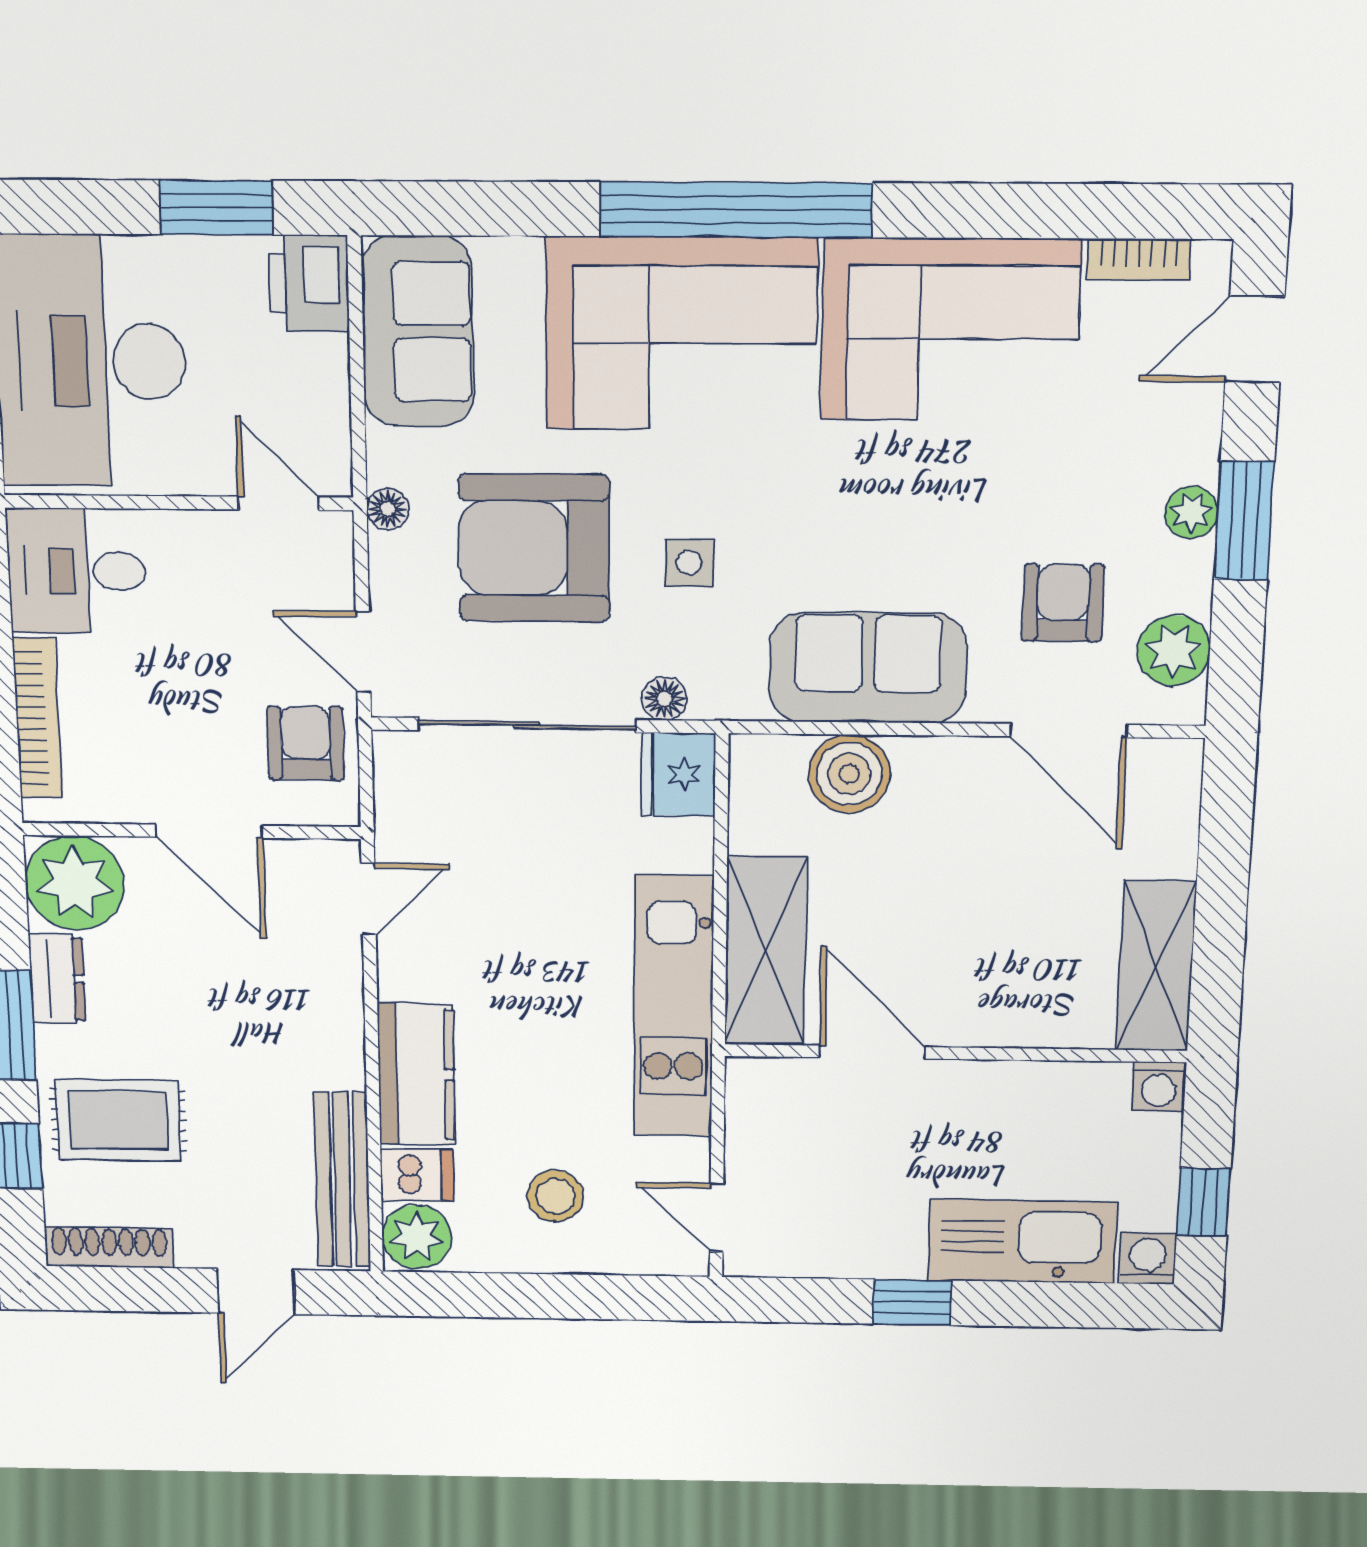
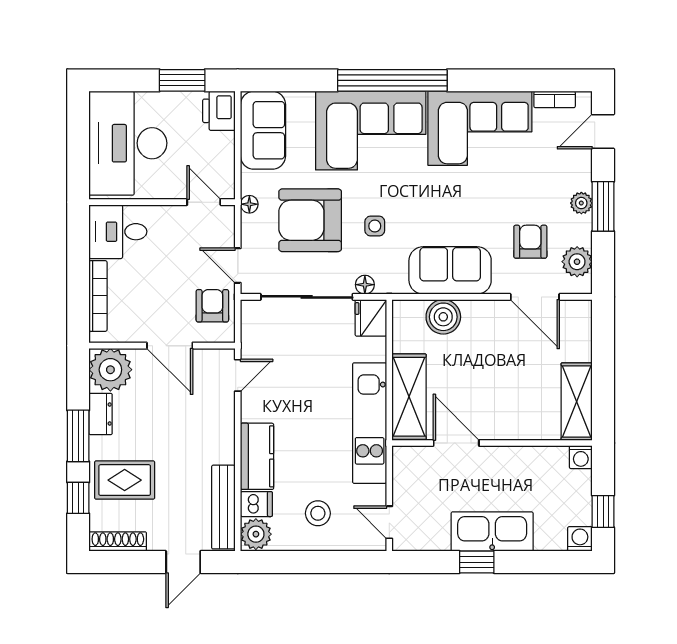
kitchen sink: (1022, 1241) -> (492, 532), moved

